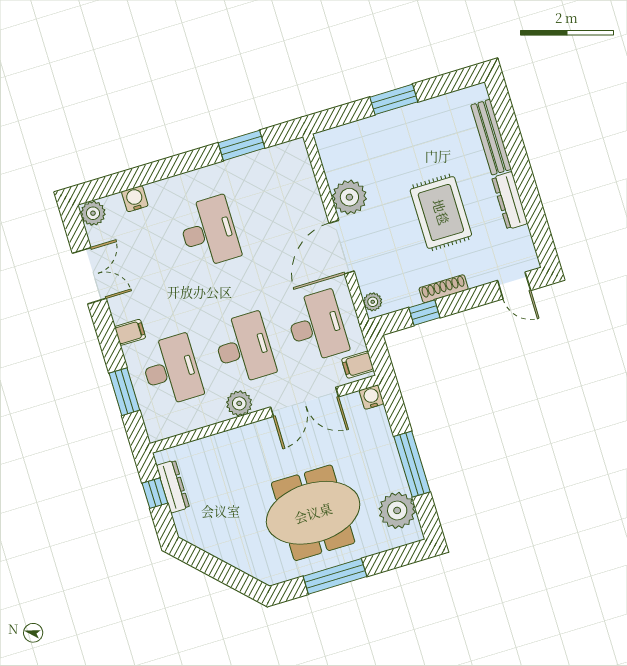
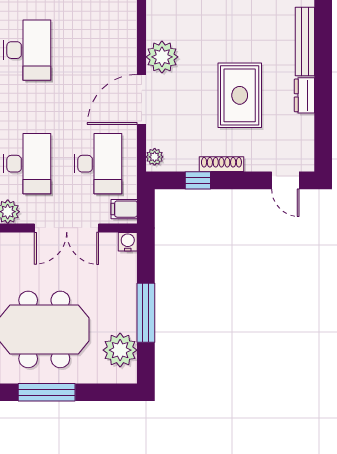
dresser: (510, 200) -> (304, 95), width x0.70

